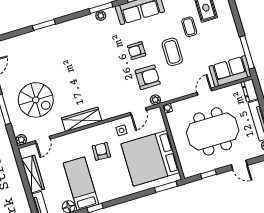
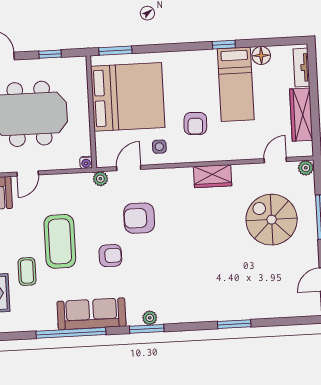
coffee table: (172, 52) -> (60, 241), width x1.36, depth x1.32
armchair: (148, 77) -> (139, 218), moved
wardrobe: (82, 119) -> (213, 176), width x0.67

